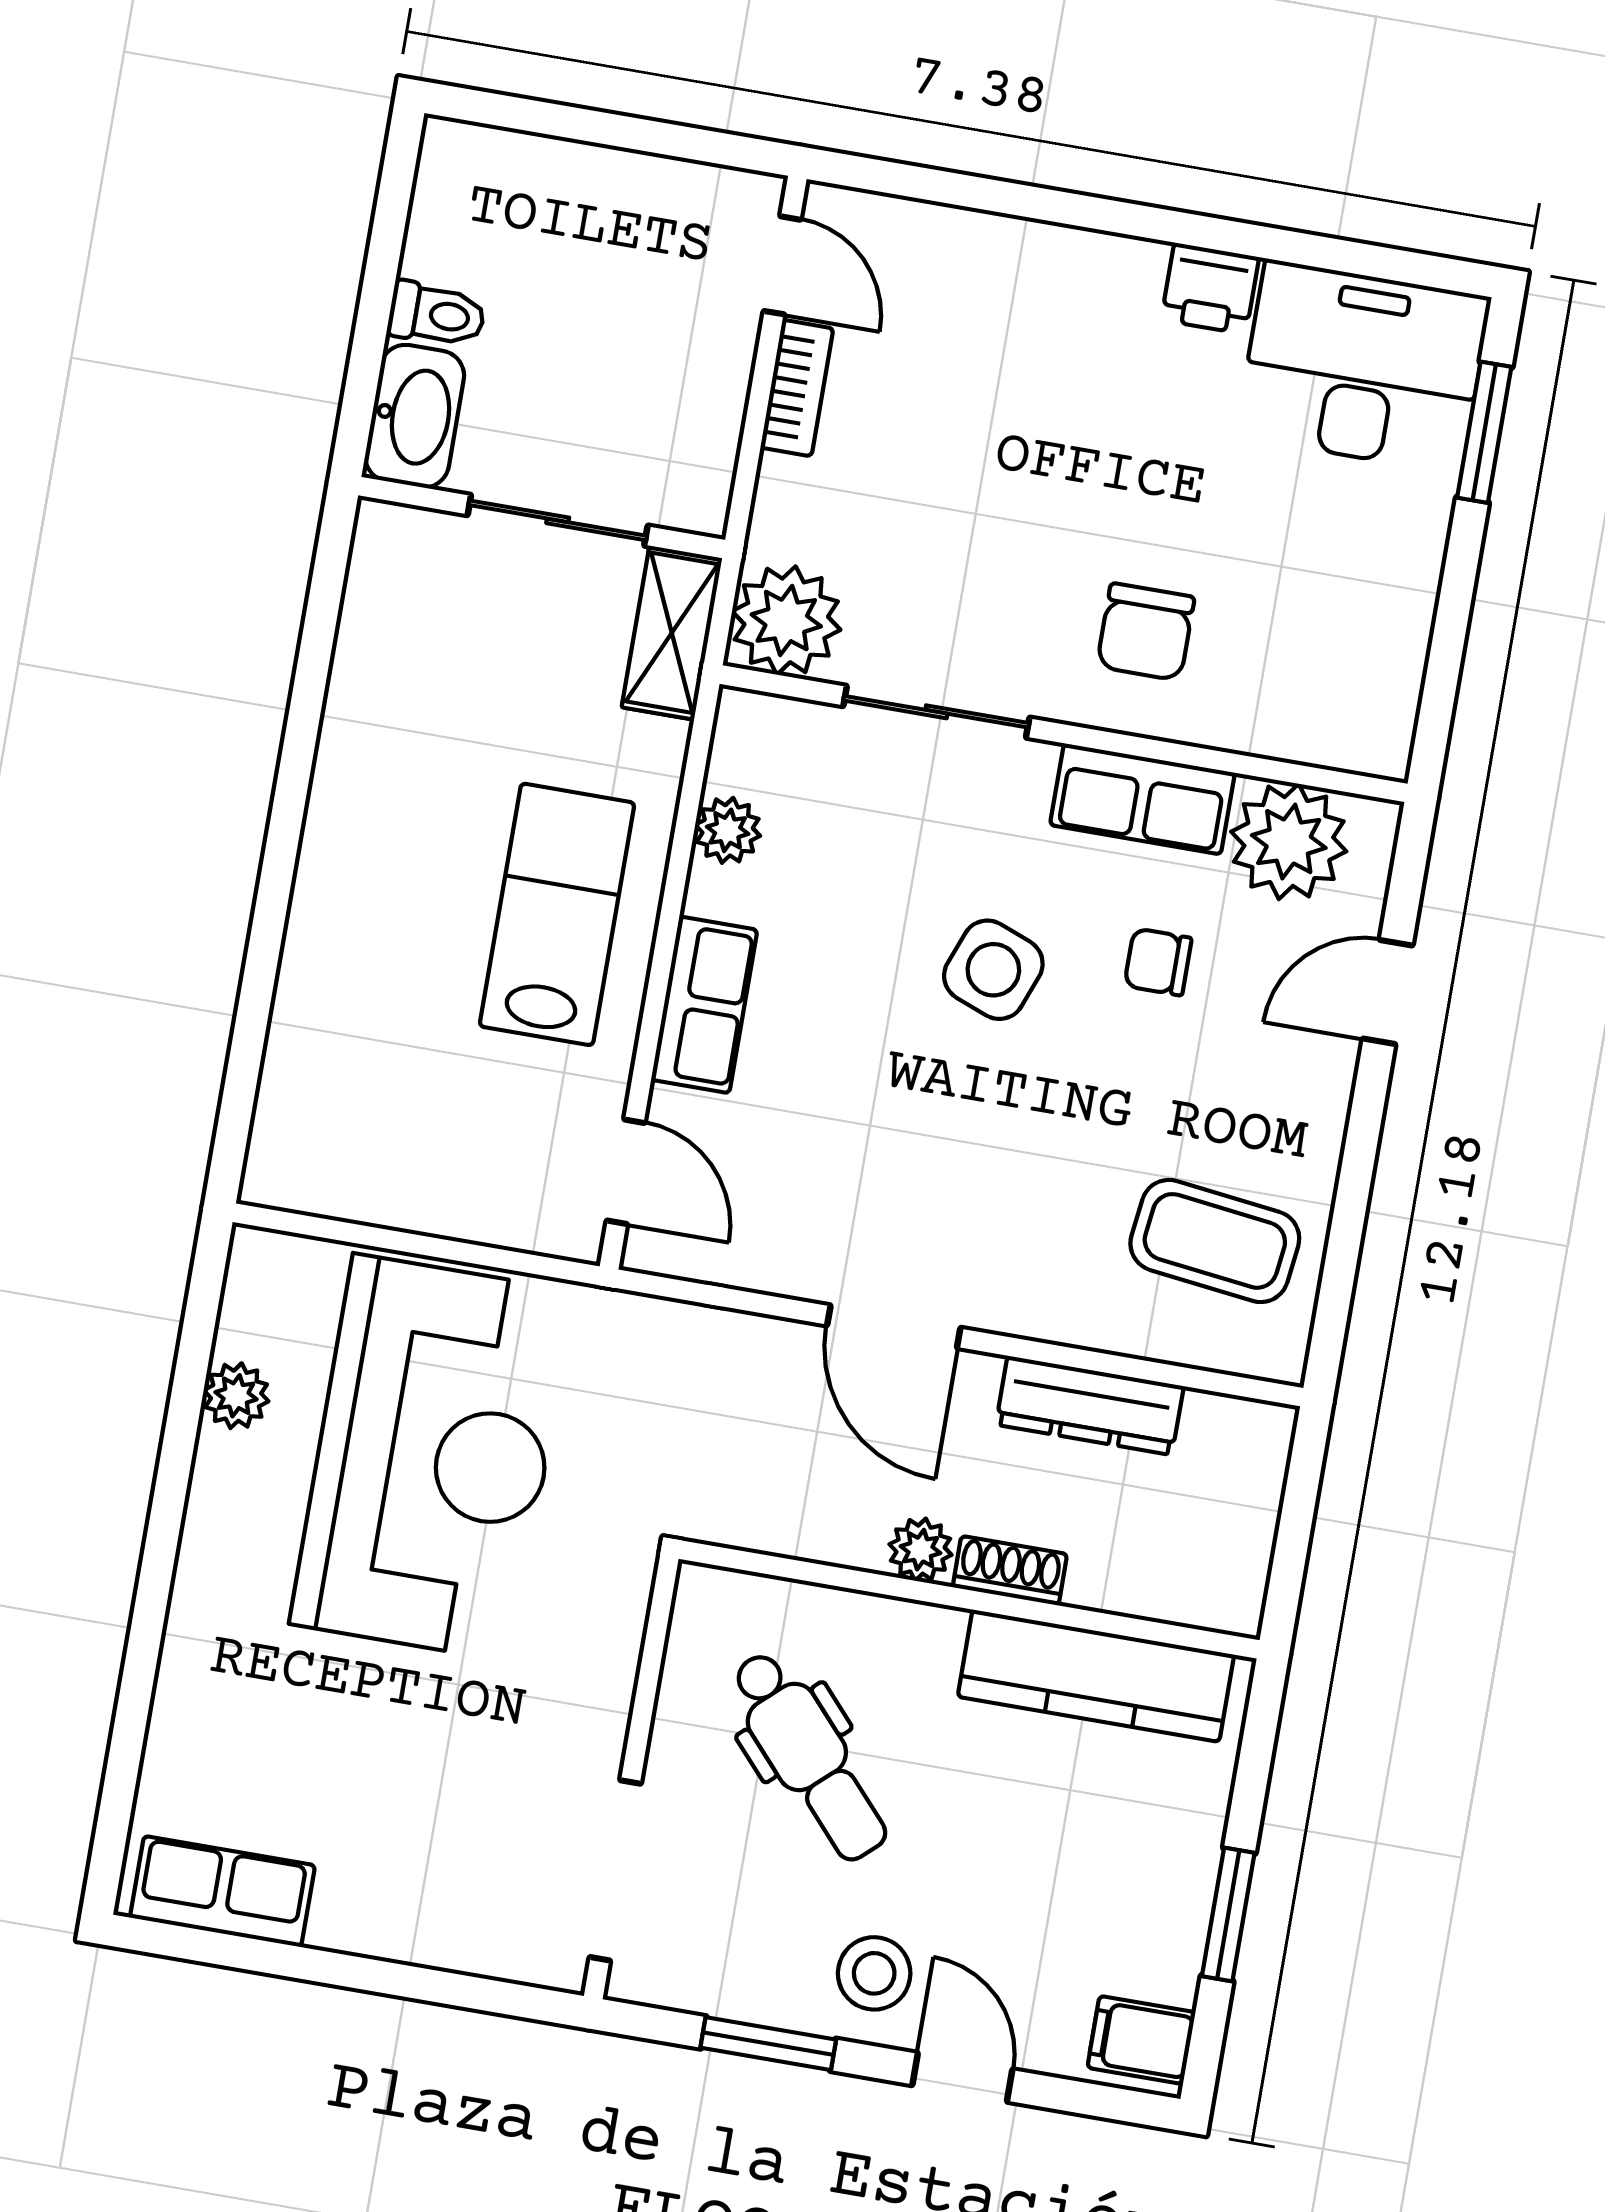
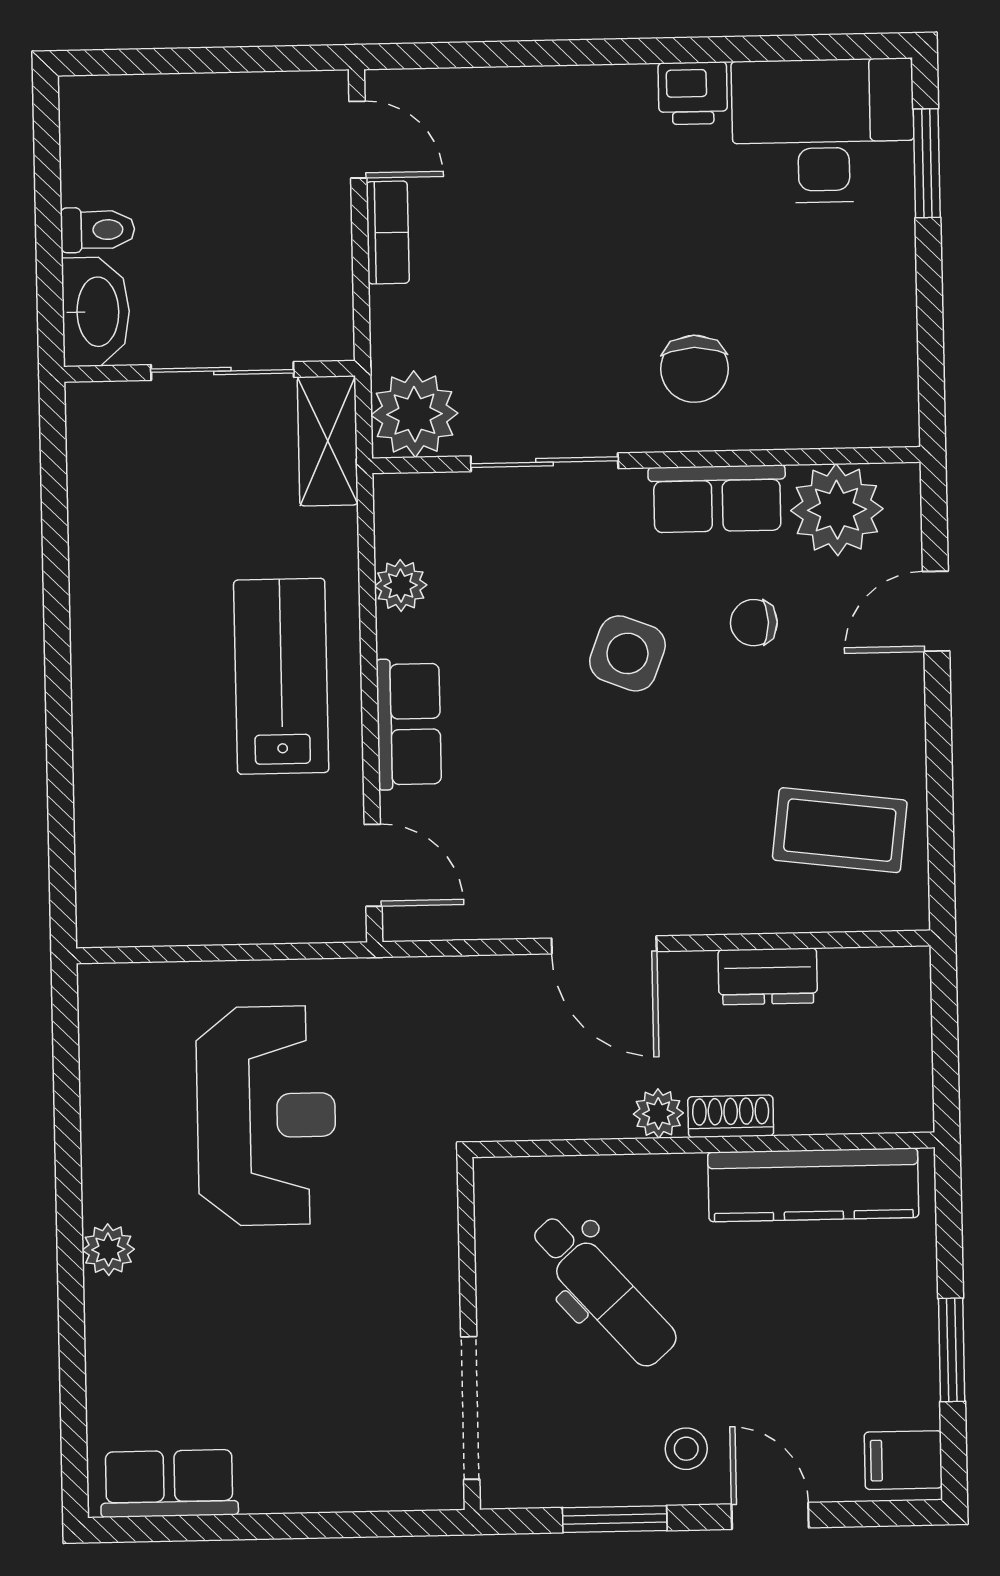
plant: (236, 1396) -> (108, 1250), moved
dresser: (1090, 1405) -> (768, 976), width x0.70
reception desk: (432, 1458) -> (266, 1116), width x0.74, depth x0.77
stool: (874, 1973) -> (686, 1449), width x0.73, depth x0.73

